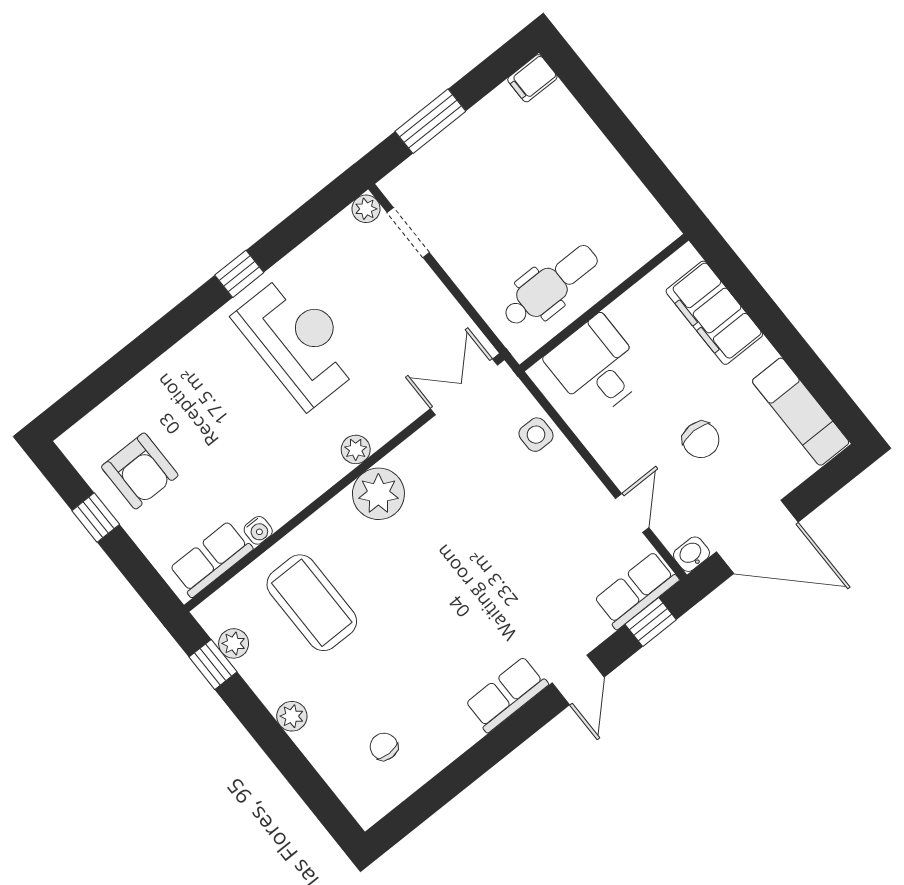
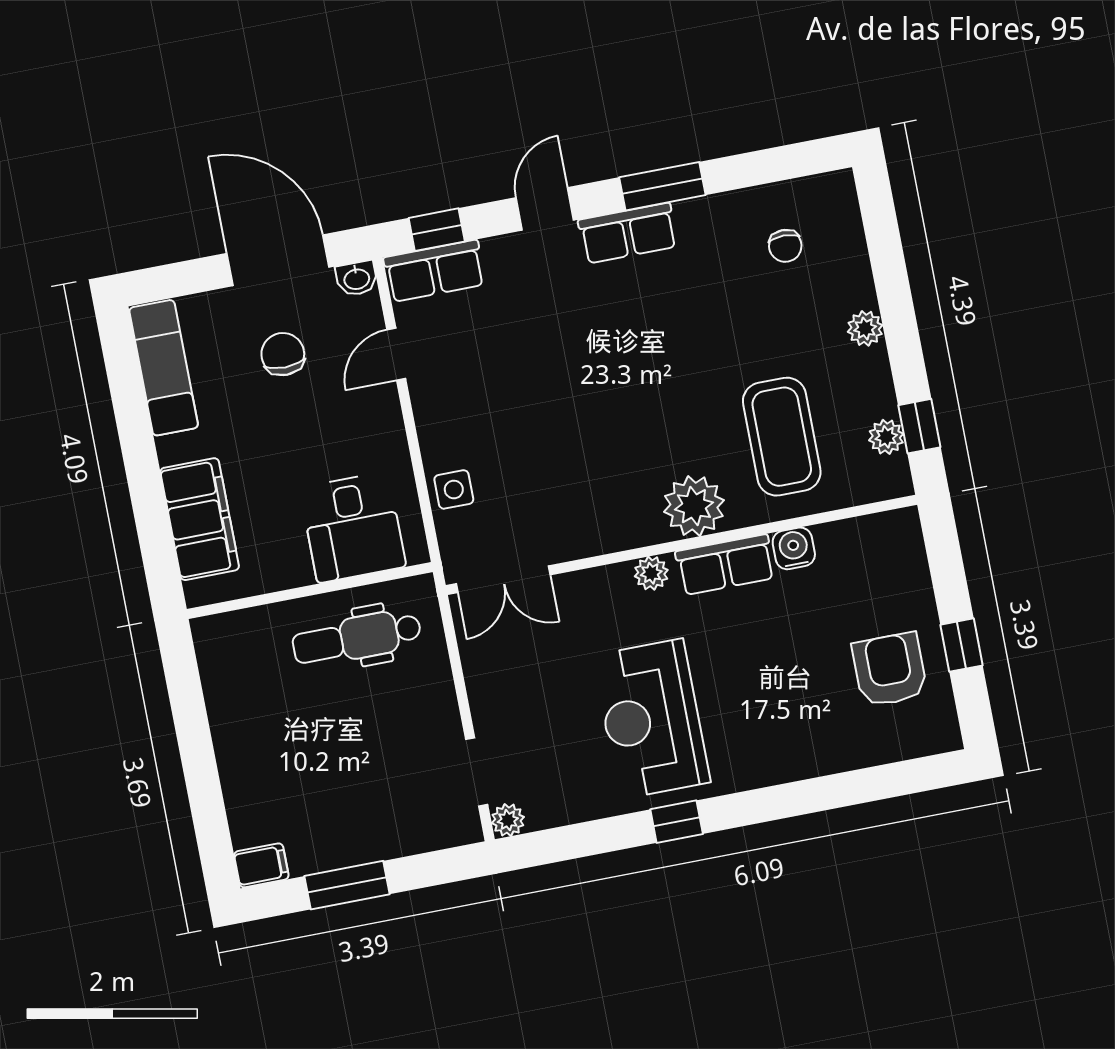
window: (430, 121) -> (347, 885), moved
chair: (701, 440) -> (283, 354), moved
plant: (378, 494) -> (694, 506), moved
water cooler: (258, 530) -> (794, 548), width x1.38, depth x1.38
row of seats: (211, 559) -> (725, 565), moved
window: (499, 743) -> (662, 186), added

